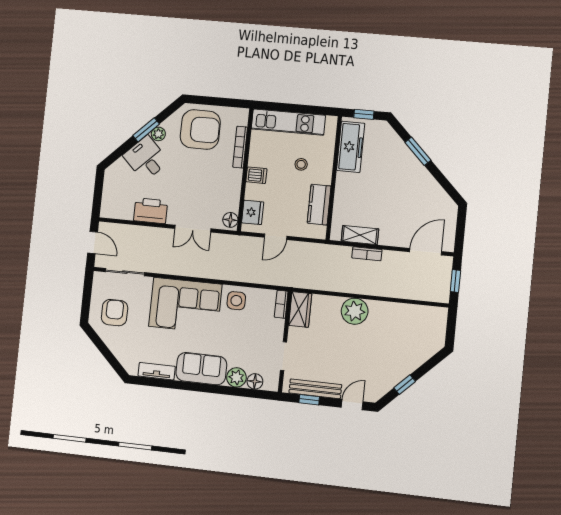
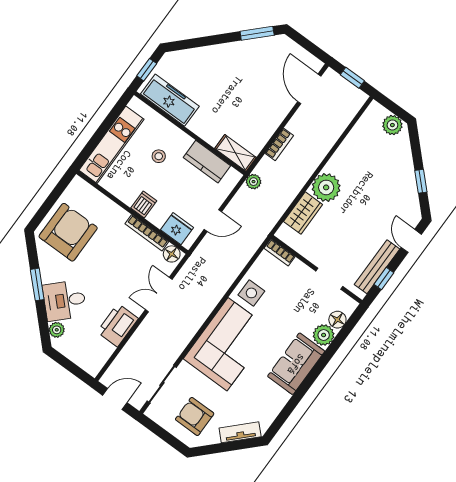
plant: (158, 134) -> (57, 330), moved
bookcase: (240, 147) -> (147, 233), moved
window: (418, 151) -> (257, 33), moved
double door: (193, 229) -> (159, 295), swing flipped
shelving: (360, 235) -> (236, 153), moved, turned 90
door: (276, 237) -> (213, 220), hinge flipped
plant: (325, 251) -> (254, 182), added
wardrobe: (300, 309) -> (303, 213), moved, turned 90
plant: (436, 335) -> (392, 125), added
tv unit: (157, 371) -> (240, 432), moved, turned 45

